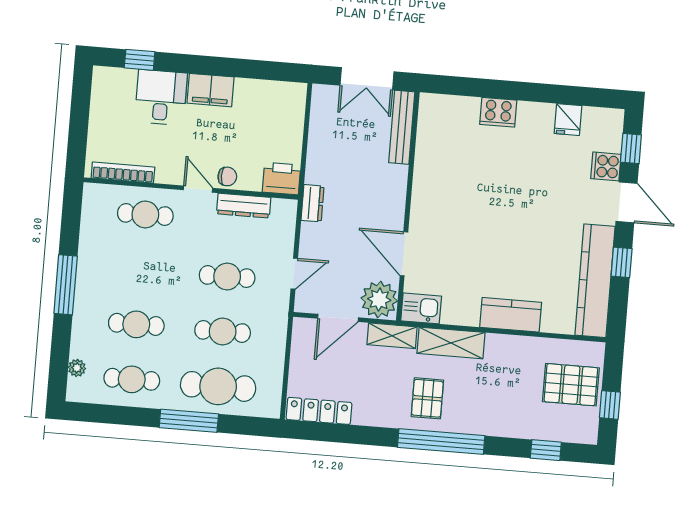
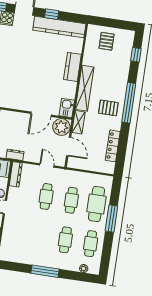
dresser: (244, 206) -> (16, 174), moved
cafe table: (145, 214) -> (15, 232), removed
shelving: (451, 343) -> (85, 88), width x1.47
pallet: (571, 385) -> (107, 41), width x0.67, depth x0.71
window: (610, 405) -> (117, 24), removed
locker: (319, 411) -> (113, 146), moved

